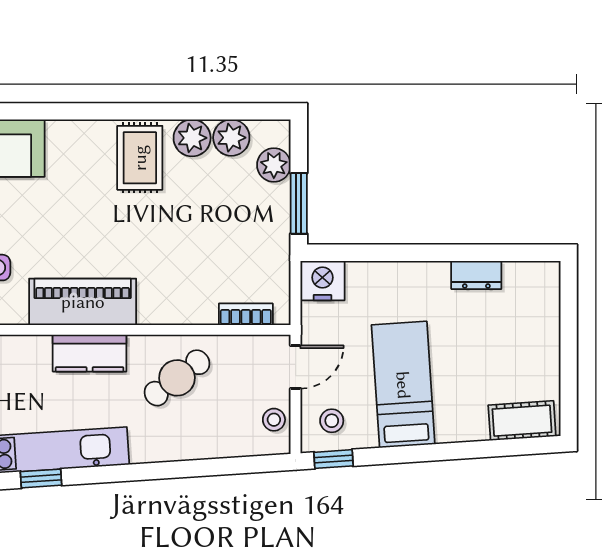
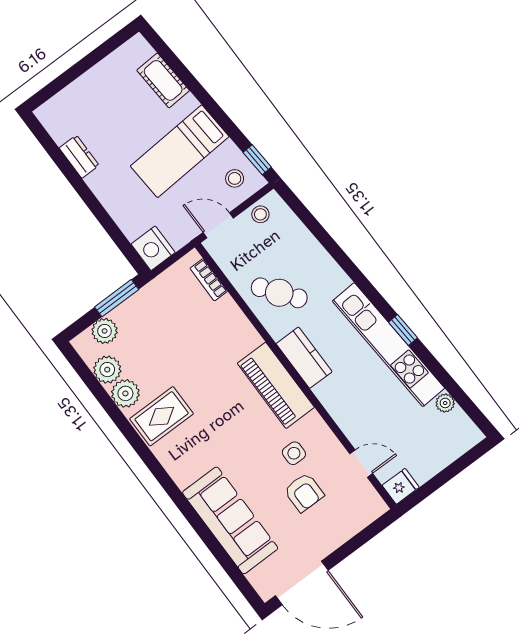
cot: (522, 421) -> (163, 80), moved

